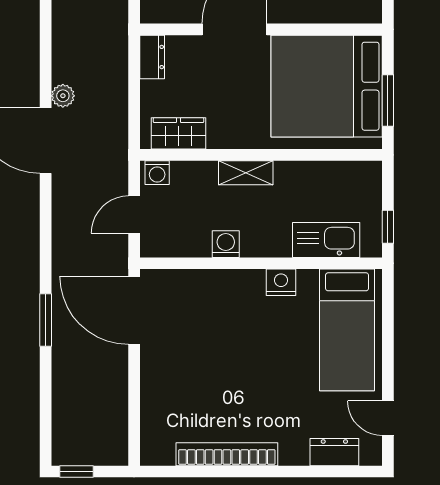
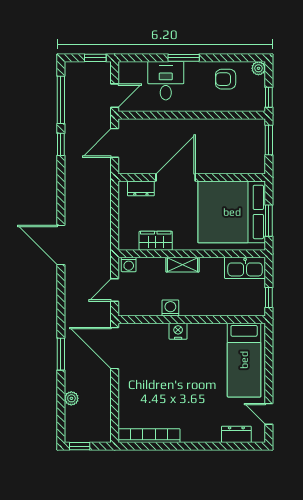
dresser: (152, 57) -> (141, 188), moved, turned 90
plant: (63, 96) -> (71, 398), moved
wardrobe: (178, 133) -> (156, 241), moved
kitchen sink: (326, 240) -> (245, 268), moved, turned 180
nightstand: (281, 282) -> (178, 331), moved
bookcase: (227, 454) -> (149, 436), moved

